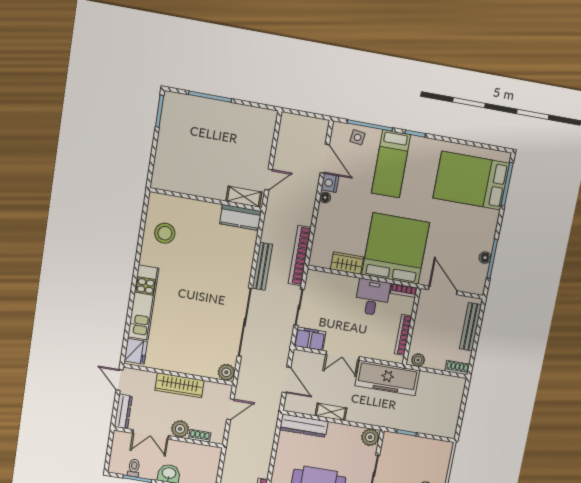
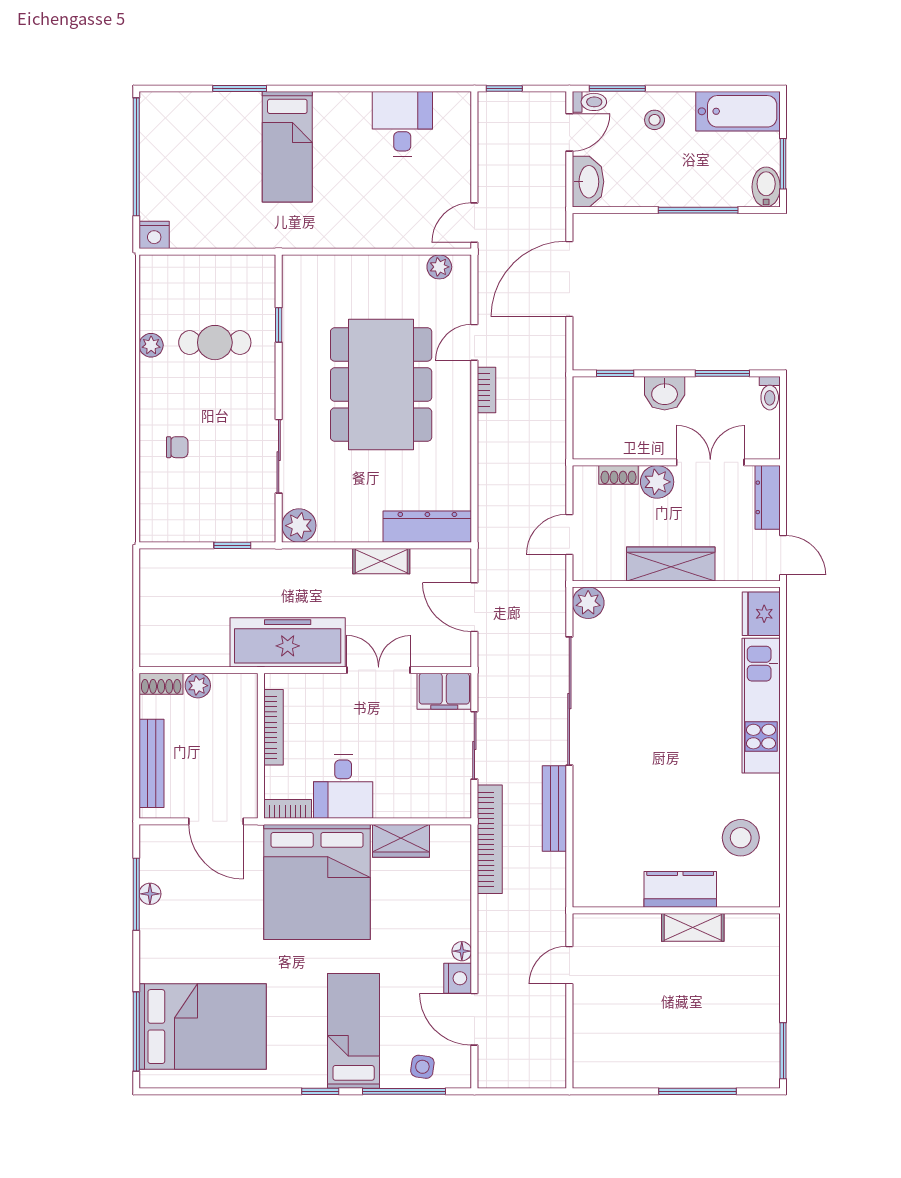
shelving: (244, 197) -> (693, 927), moved
kitchen counter: (241, 217) -> (680, 889), moved
plant: (418, 360) -> (198, 686), moved
toilet: (134, 468) -> (770, 393), moved

